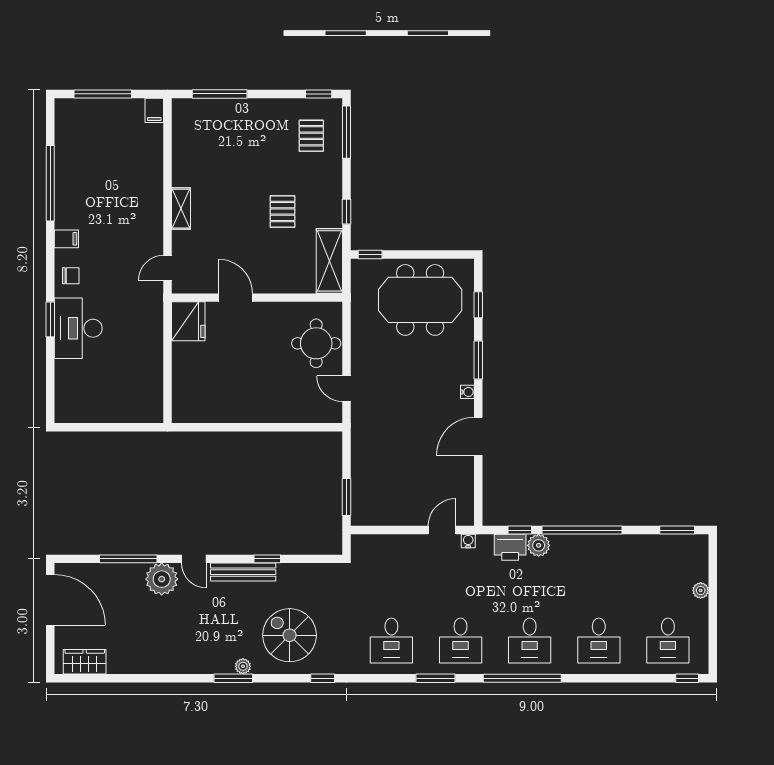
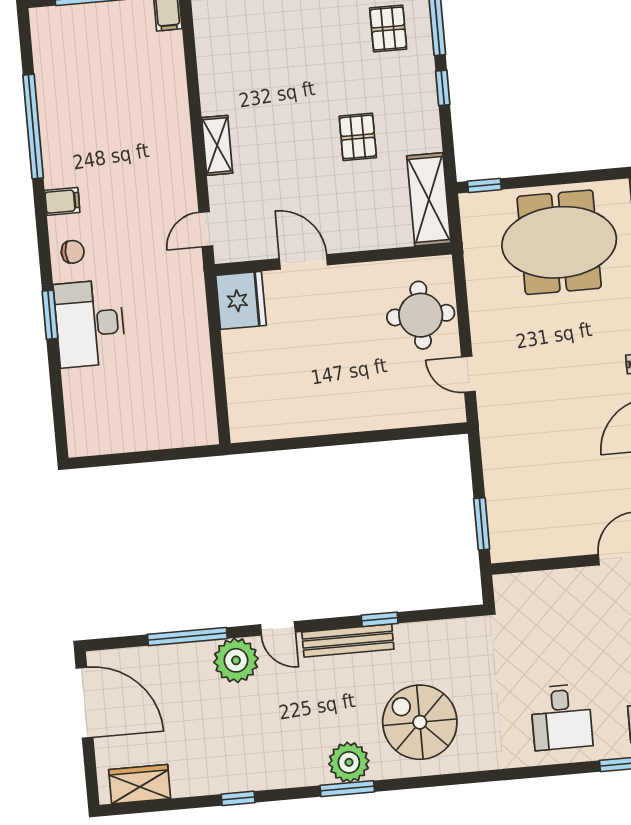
window: (347, 212) -> (443, 88), moved
plant: (243, 666) -> (349, 762), width x1.88, depth x1.88
window: (323, 678) -> (238, 798), moved

